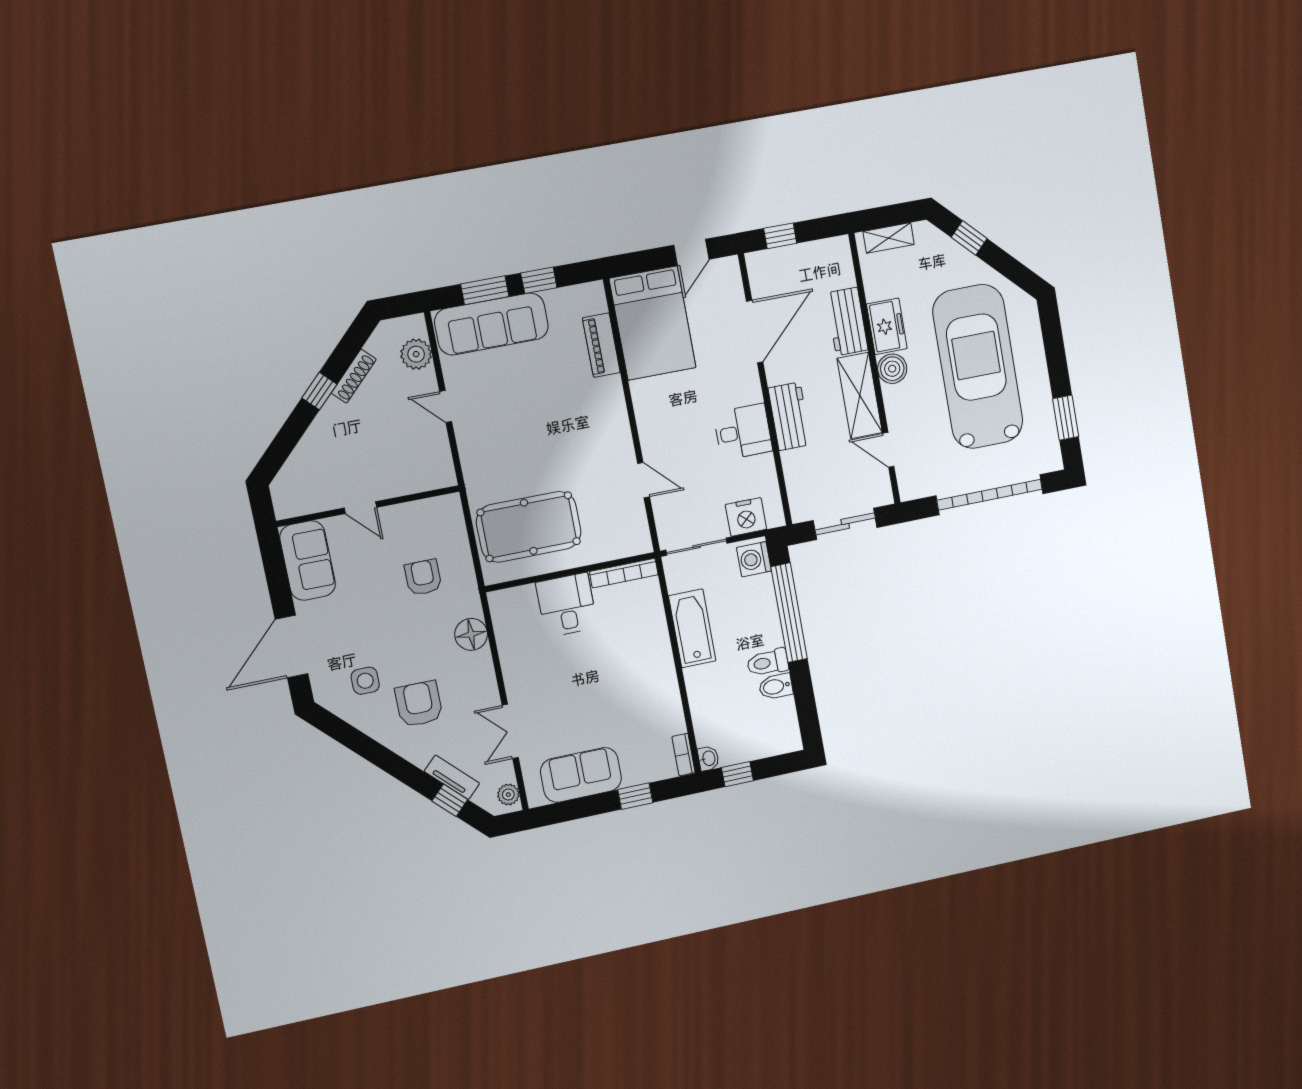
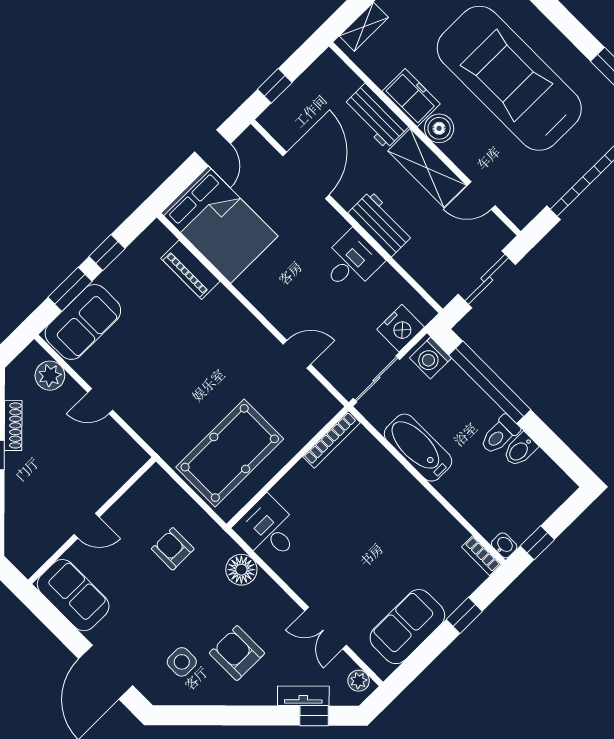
sofa: (491, 324) -> (83, 322), width x0.73
desk: (567, 605) -> (268, 530), moved

